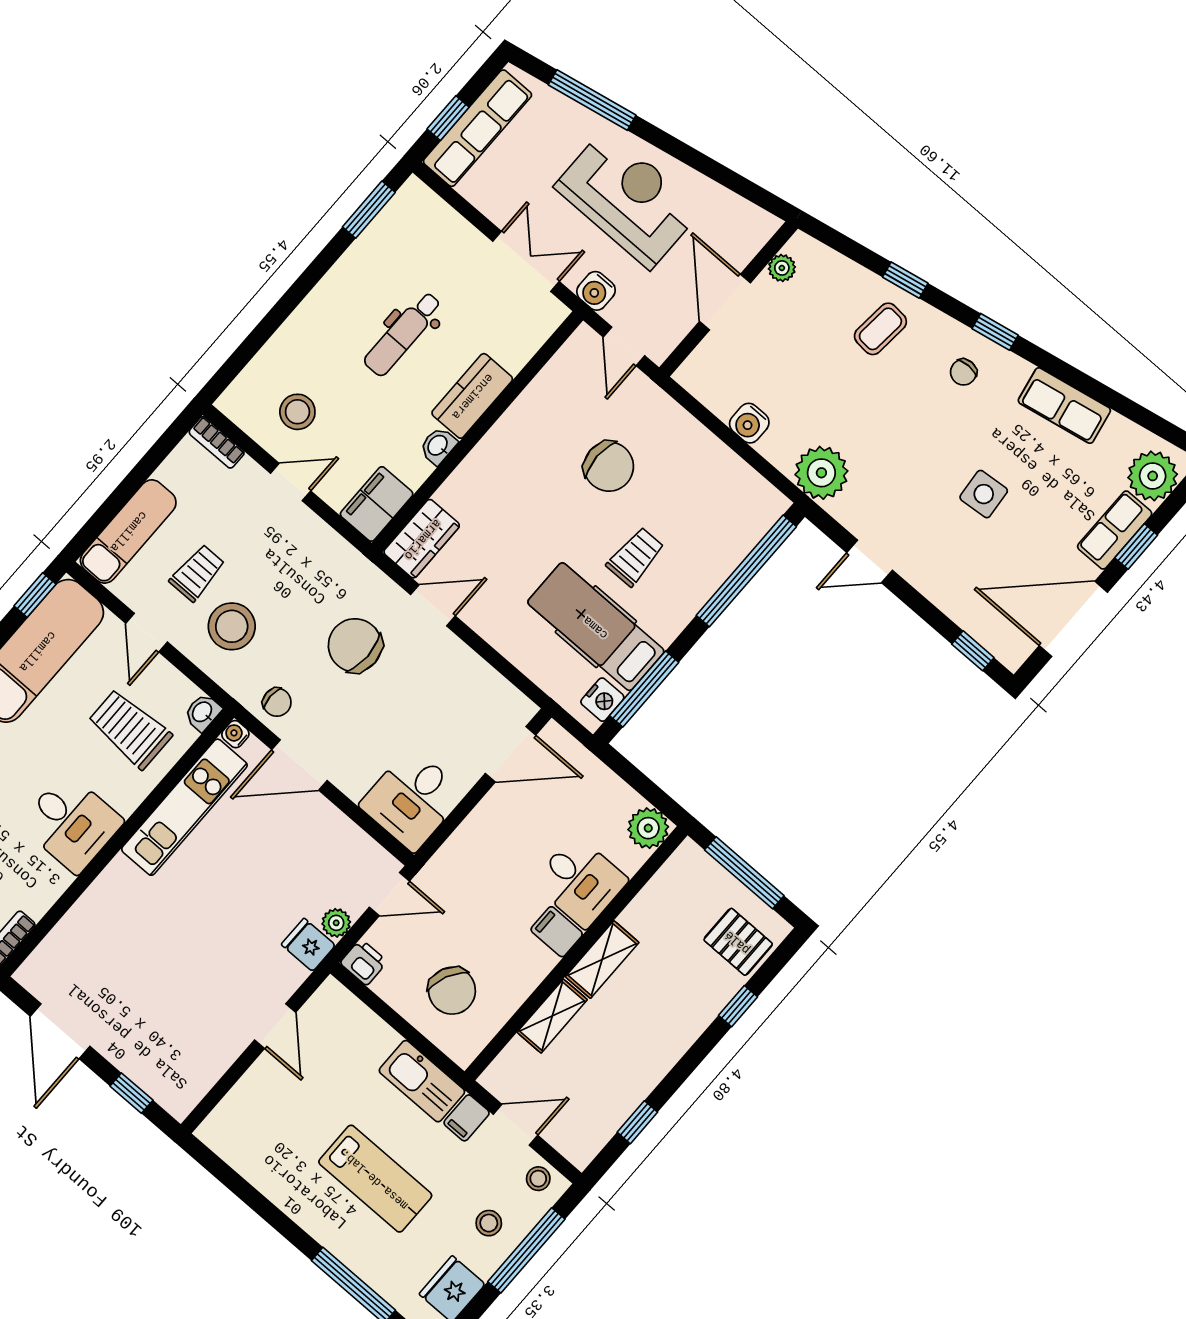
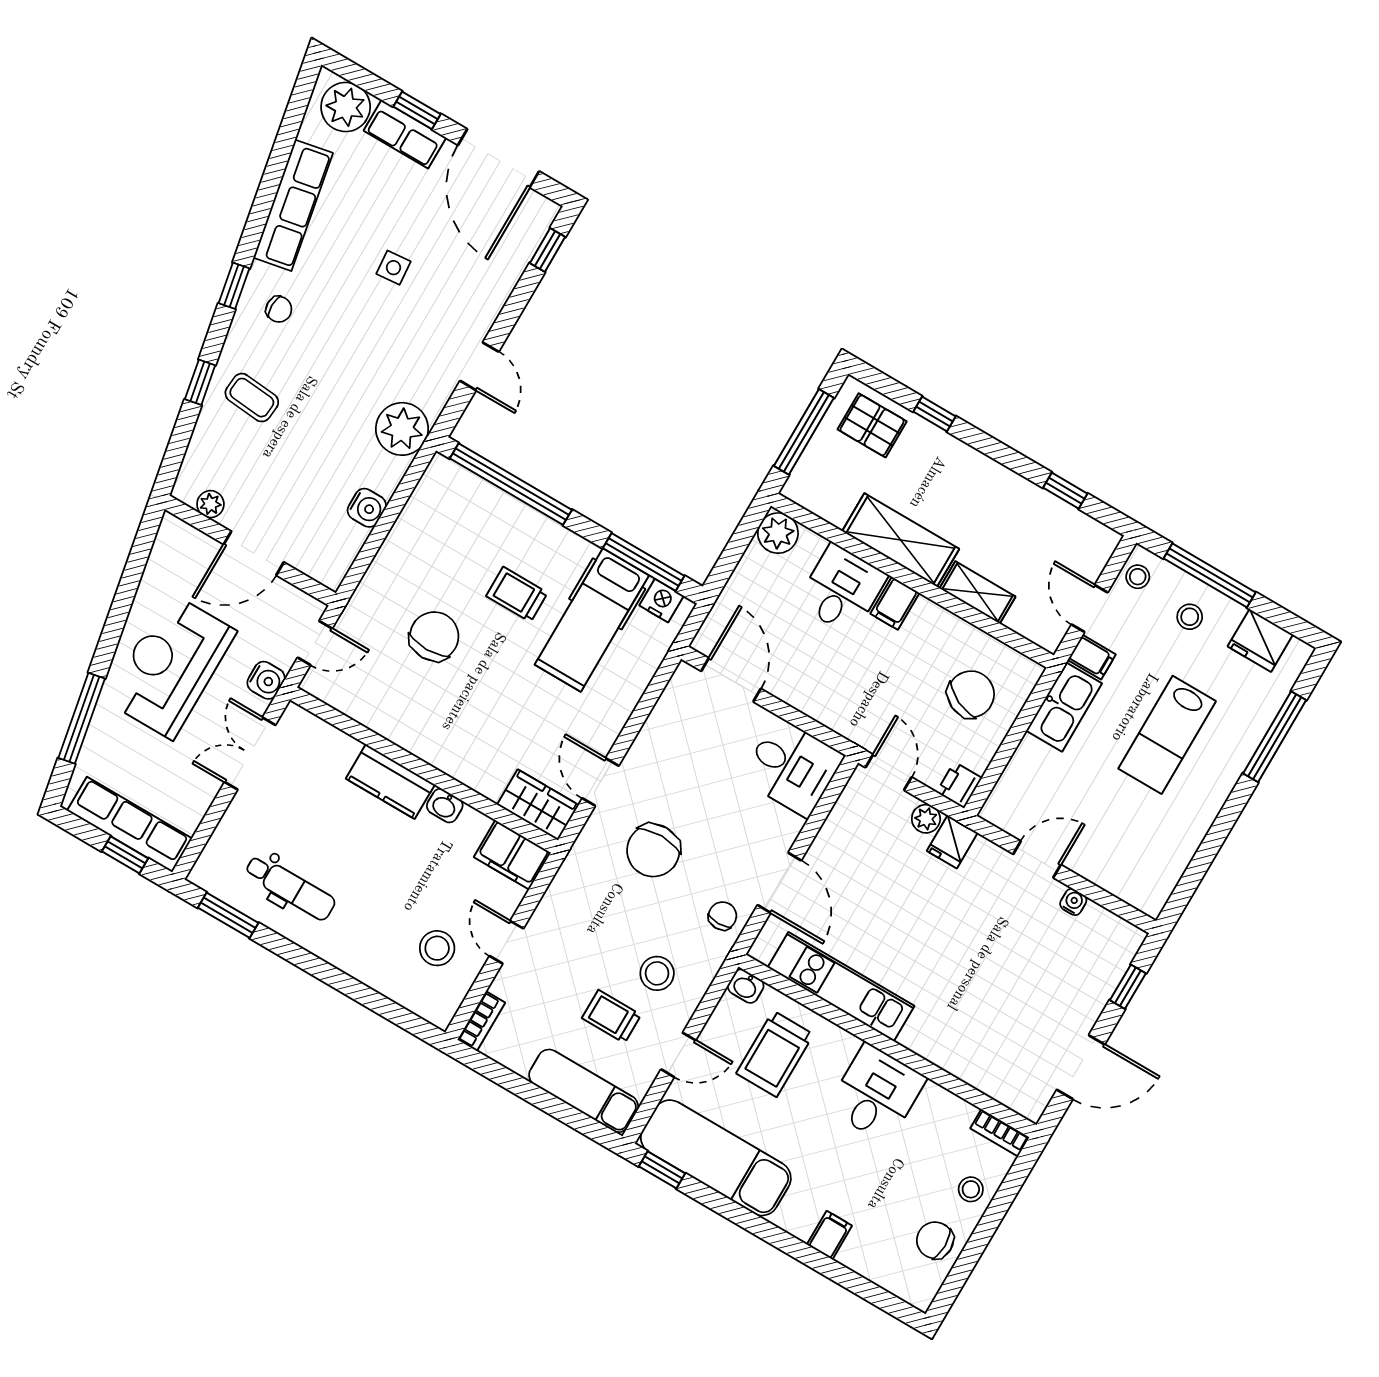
dental chair: (403, 334) -> (290, 887), moved
row of seats: (1064, 406) -> (293, 205), width x1.48
side table: (984, 494) -> (393, 268), width x0.73, depth x0.73
stool: (232, 626) -> (657, 973), width x0.73, depth x0.73
water cooler: (235, 734) -> (1073, 902), moved, turned 180
pallet: (738, 942) -> (872, 425), turned 90
shelving: (602, 960) -> (901, 540), width x1.50, depth x1.33
lab bench: (375, 1179) -> (1167, 735), turned 180

